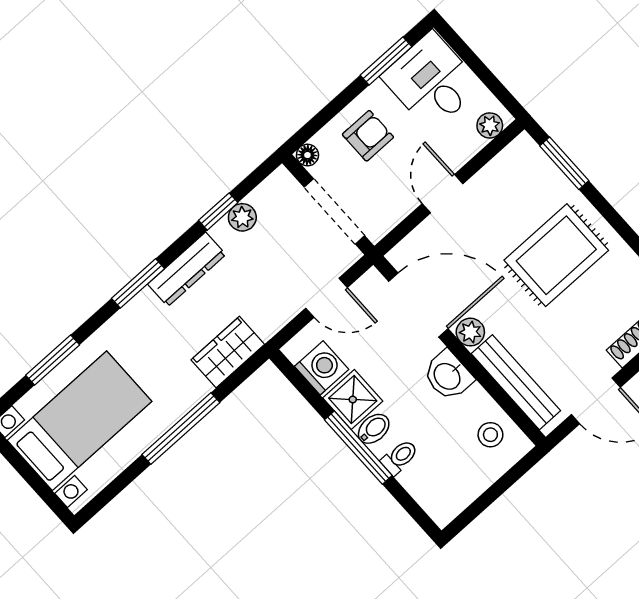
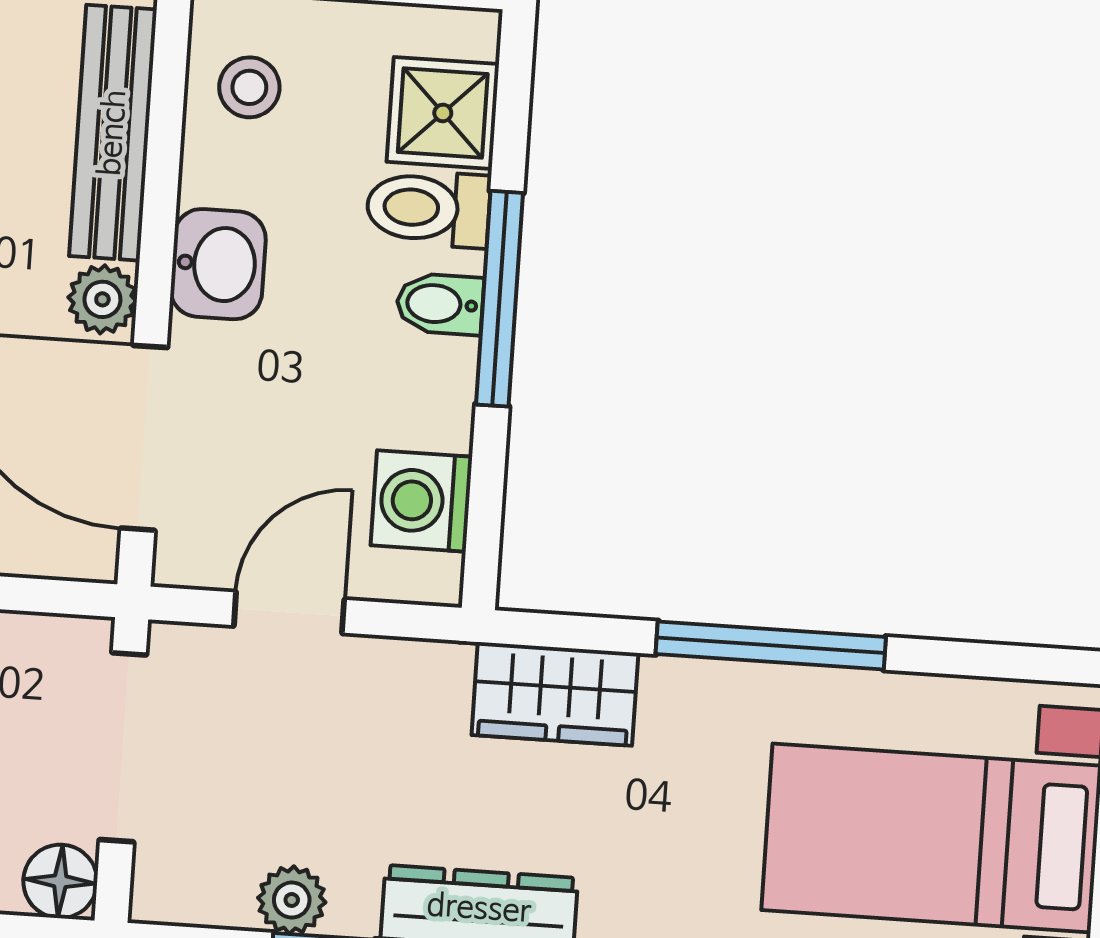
floor lamp: (307, 155) -> (60, 881), width x1.37, depth x1.37
door: (327, 298) -> (289, 613), hinge flipped
shower: (353, 399) -> (443, 113), moved
toilet: (400, 457) -> (428, 208), width x1.37, depth x1.39

